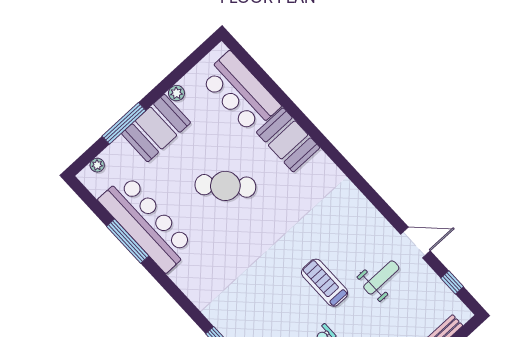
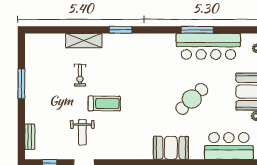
booth: (288, 140) -> (171, 148), moved
window: (128, 241) -> (197, 30), moved

